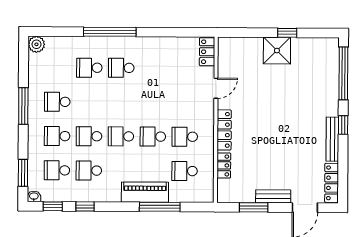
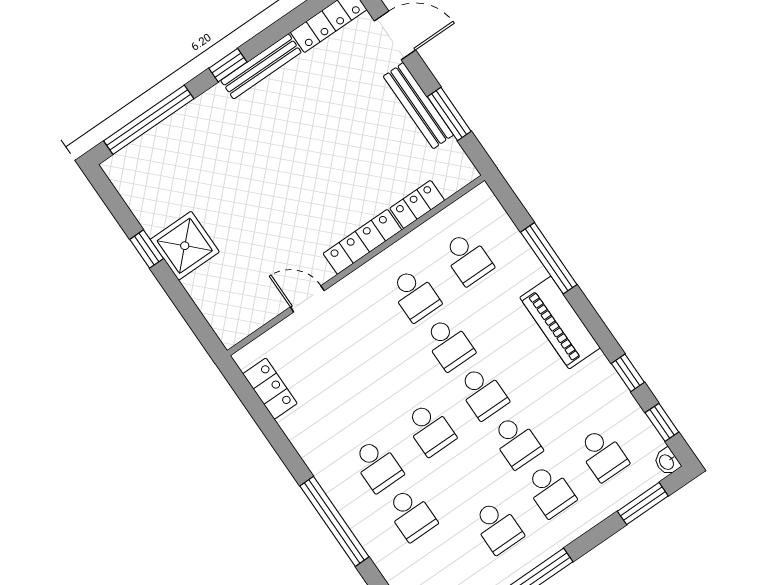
locker: (207, 52) -> (270, 389), moved, turned -90
school desk: (89, 170) -> (430, 429), moved
piano: (145, 192) -> (560, 323), moved
bench: (273, 196) -> (418, 106), width x1.36

